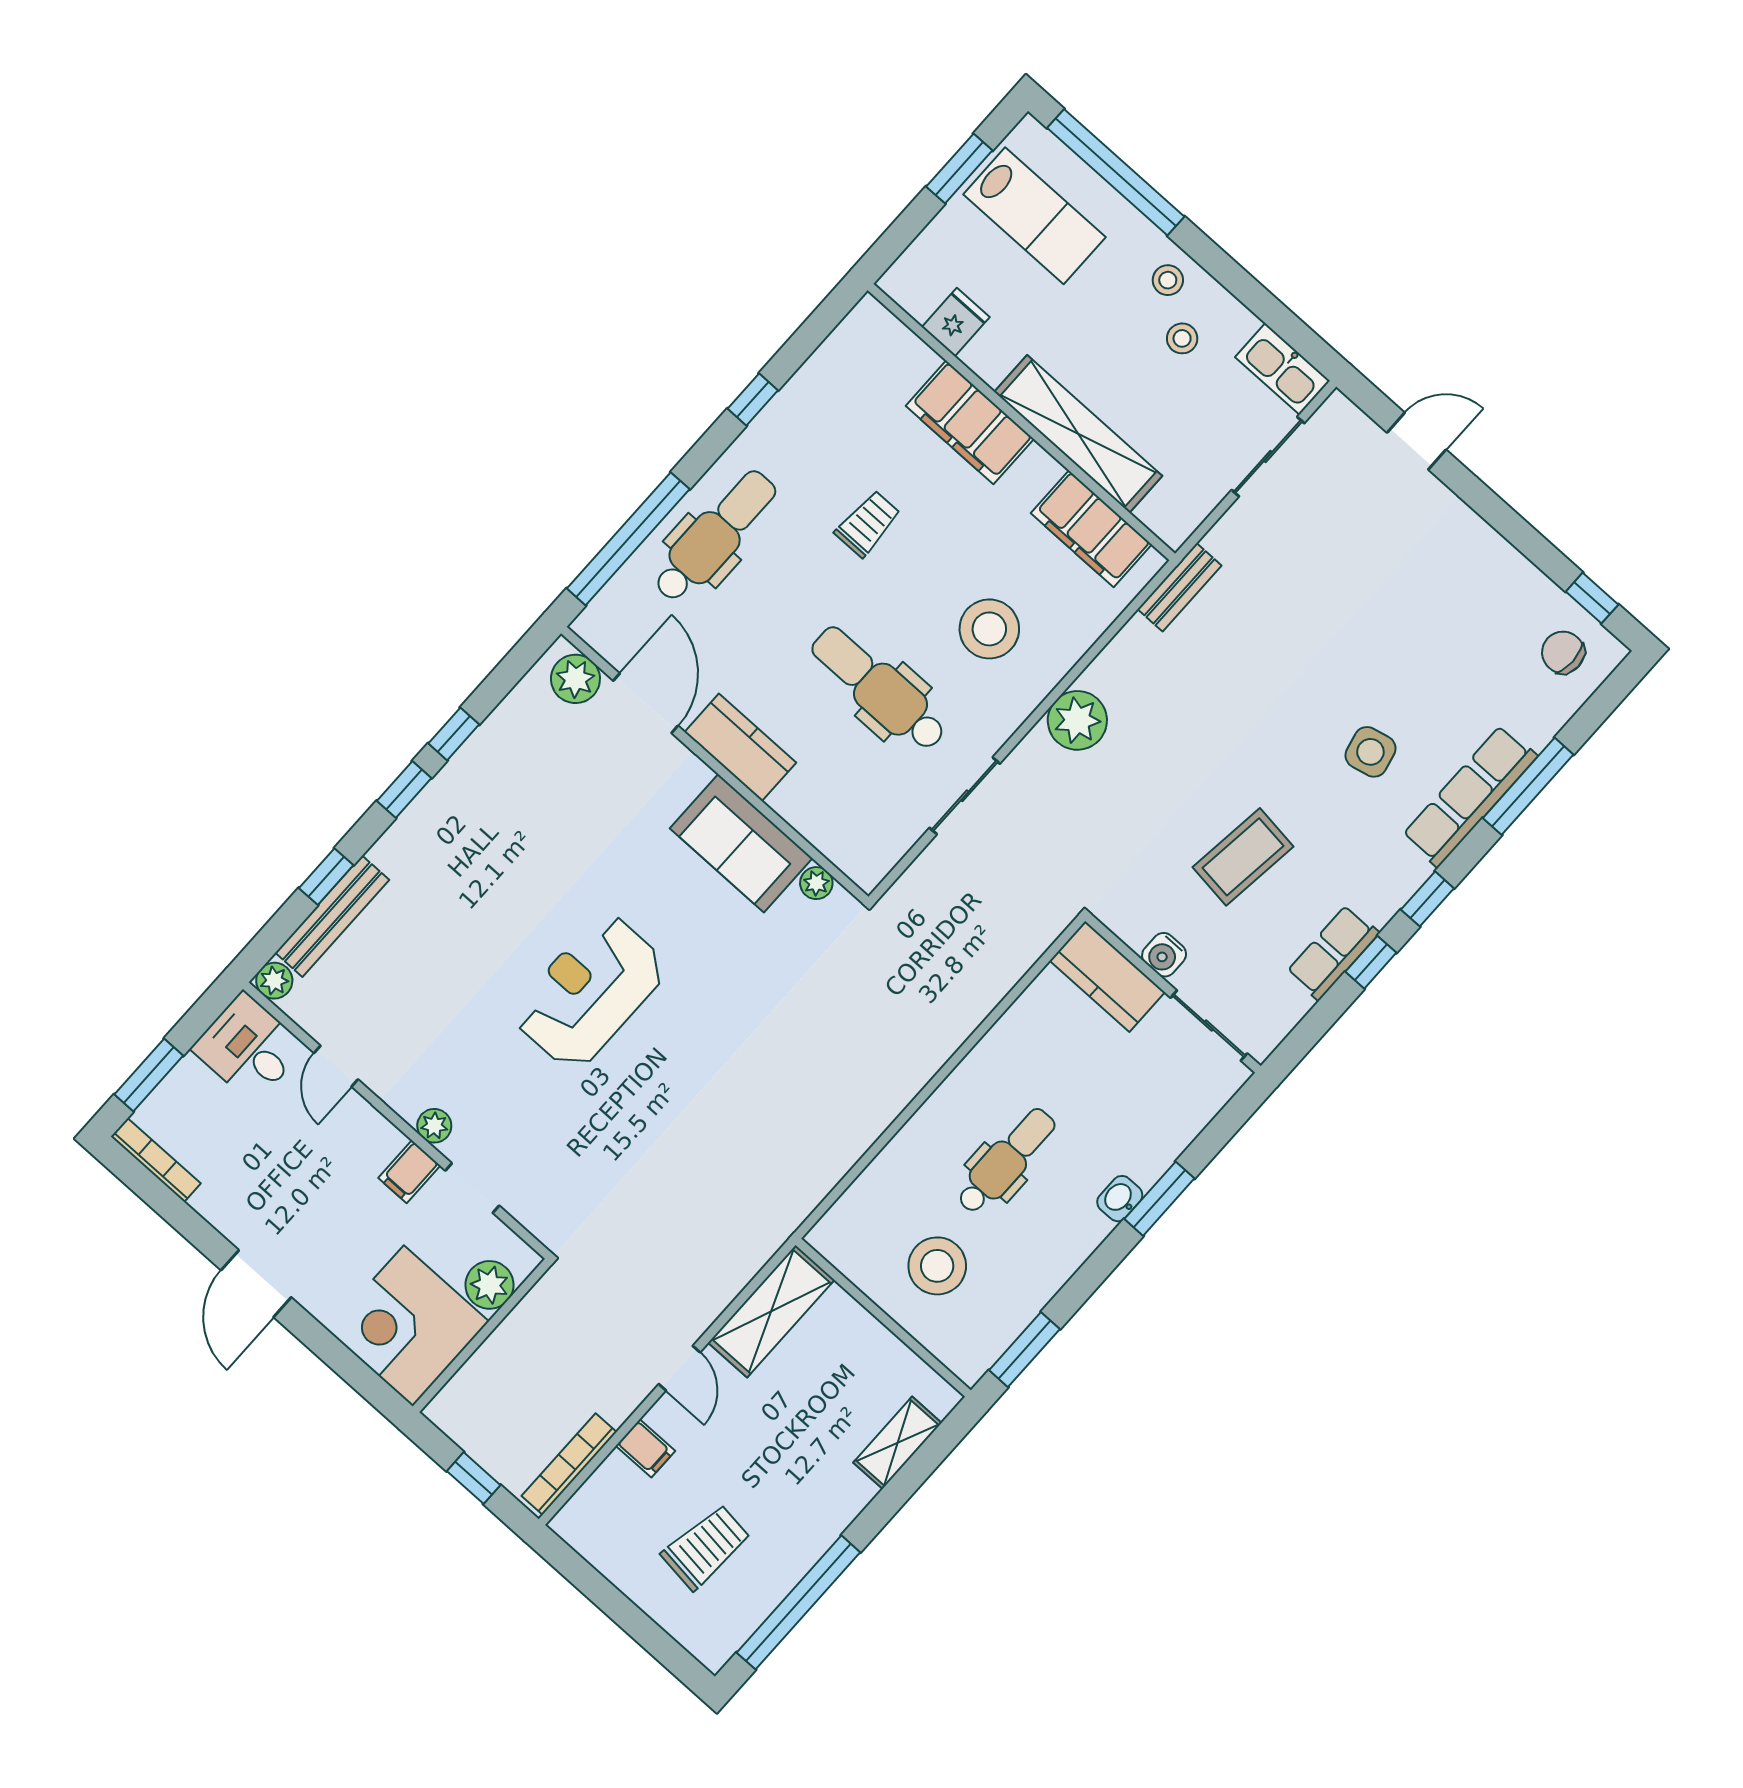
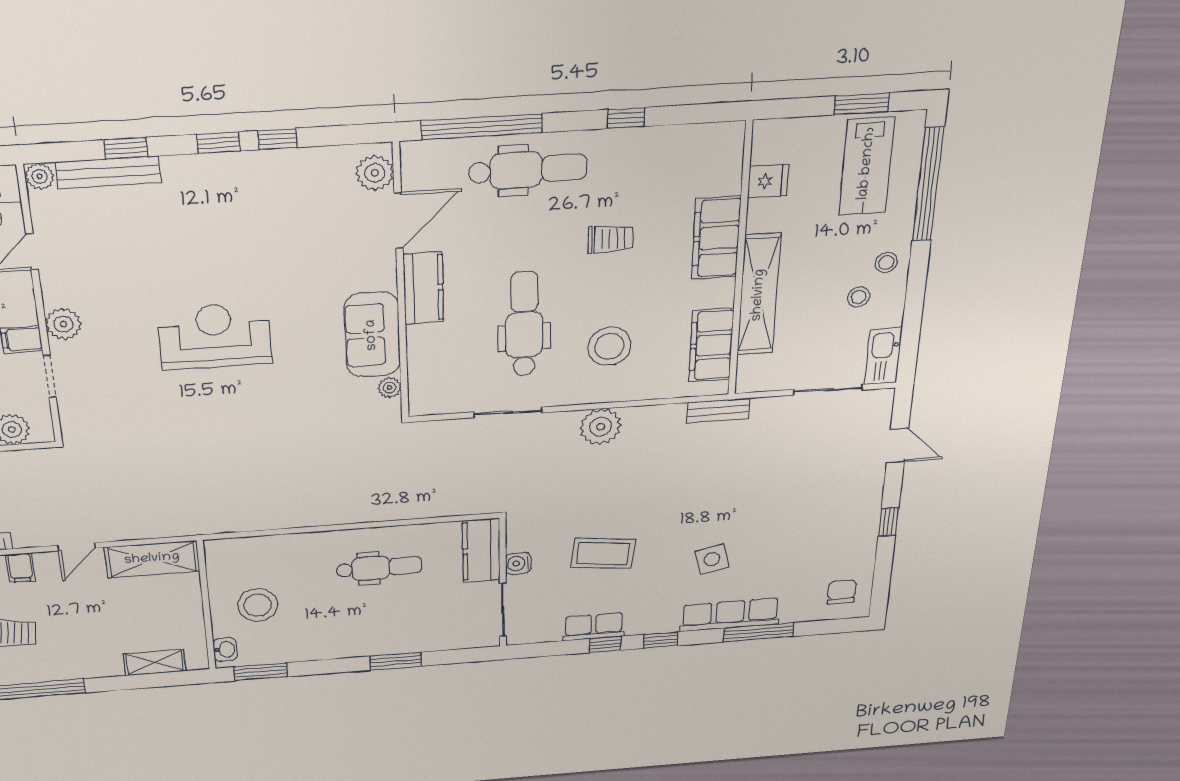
window: (1592, 598) -> (888, 522), moved
plant: (434, 1126) -> (63, 324), width x1.38, depth x1.38
dental chair: (1006, 1161) -> (379, 568), moved
washbasin: (1120, 1199) -> (225, 649), moved, turned 90

